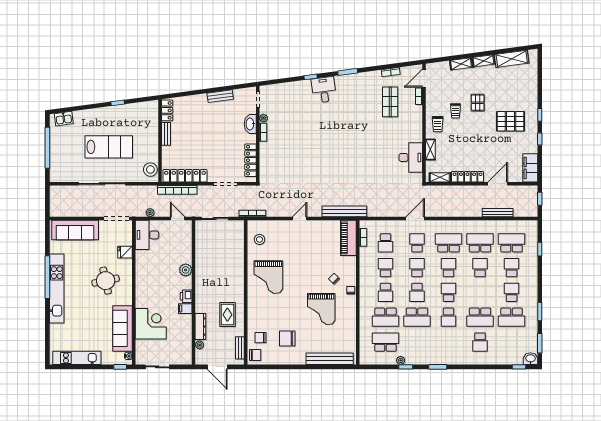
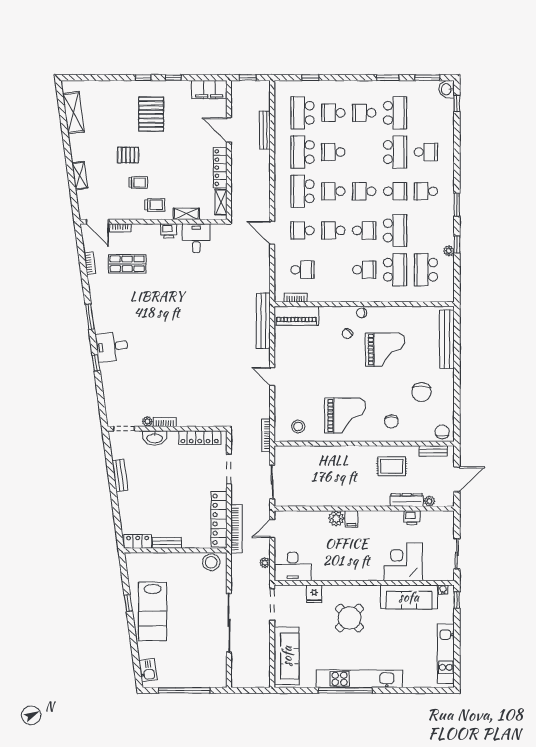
shelving: (483, 61) -> (76, 148), removed
printer: (417, 135) -> (169, 231), added
lab bench: (109, 147) -> (153, 611), moved, turned 180
desk: (411, 157) -> (196, 238), width x0.73
school desk: (385, 268) -> (426, 191), moved
round table: (106, 281) -> (349, 618), turned -33
printer: (186, 296) -> (412, 518), moved
filing cabinet: (185, 309) -> (351, 519), moved
chair: (261, 338) -> (391, 421), moved

